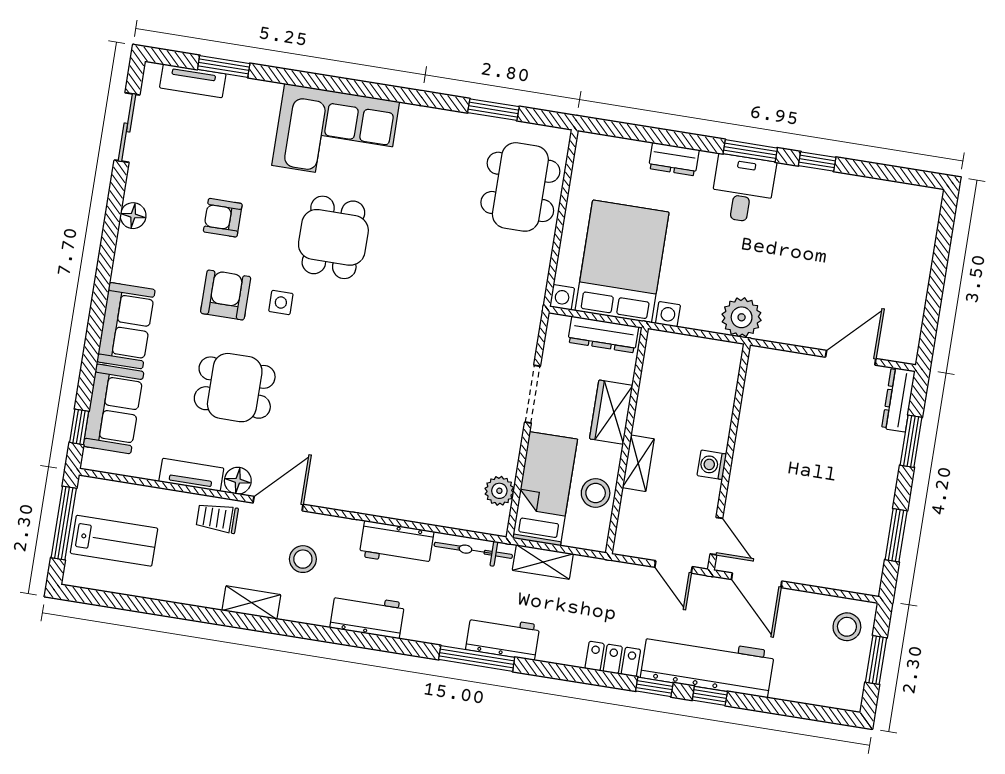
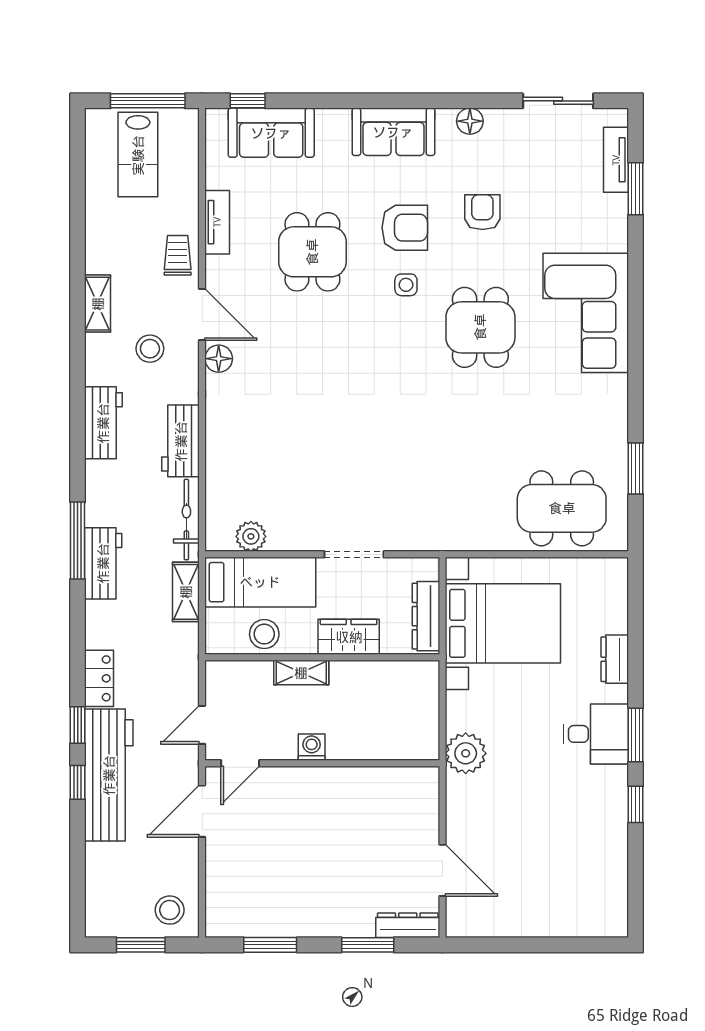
dining table: (333, 237) -> (480, 327), turned 90
sofa: (126, 326) -> (393, 132), moved
floor lamp: (238, 481) -> (219, 359), moved

